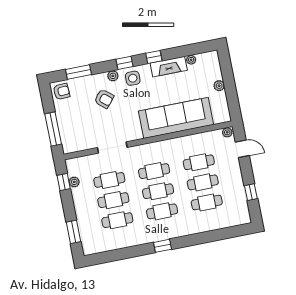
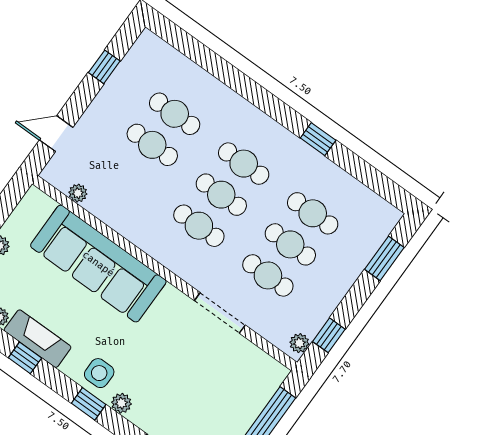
window: (154, 57) -> (25, 358), moved
armchair: (104, 99) -> (164, 386), removed
plant: (227, 132) -> (78, 193), moved
door: (242, 149) -> (56, 134), hinge flipped
cafe table: (199, 162) -> (130, 176), removed
plant: (74, 182) -> (299, 343), moved
window: (162, 246) -> (318, 139), moved

